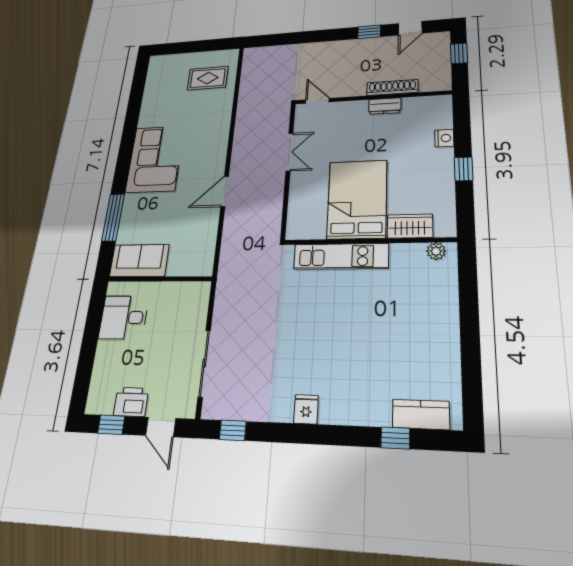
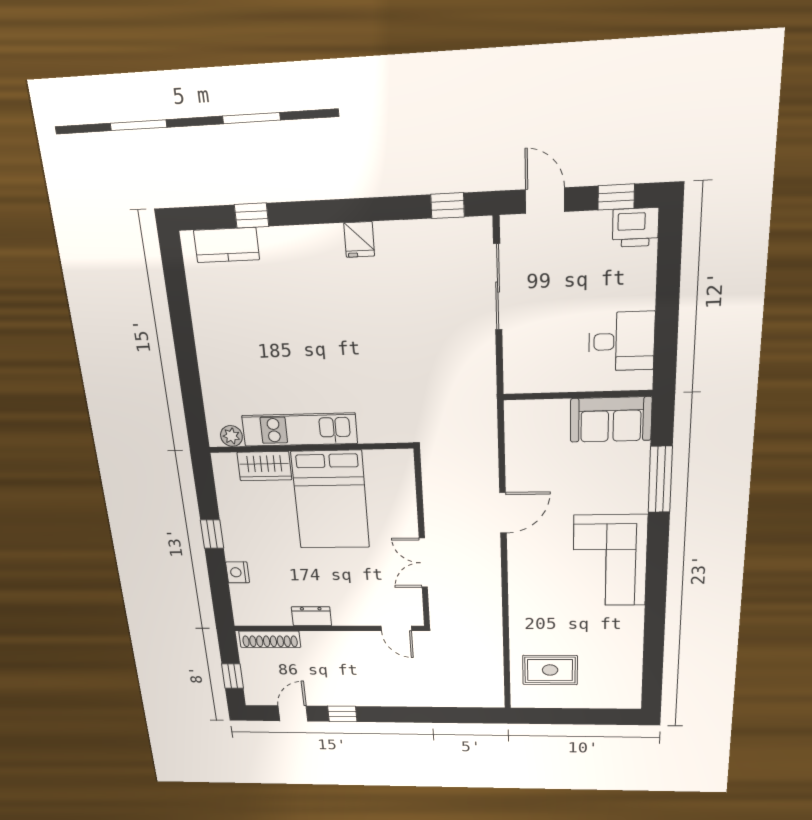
shoe rack: (392, 88) -> (270, 639), moved
kitchen unit: (341, 256) -> (300, 430), moved
printer: (131, 402) -> (635, 227), moved

